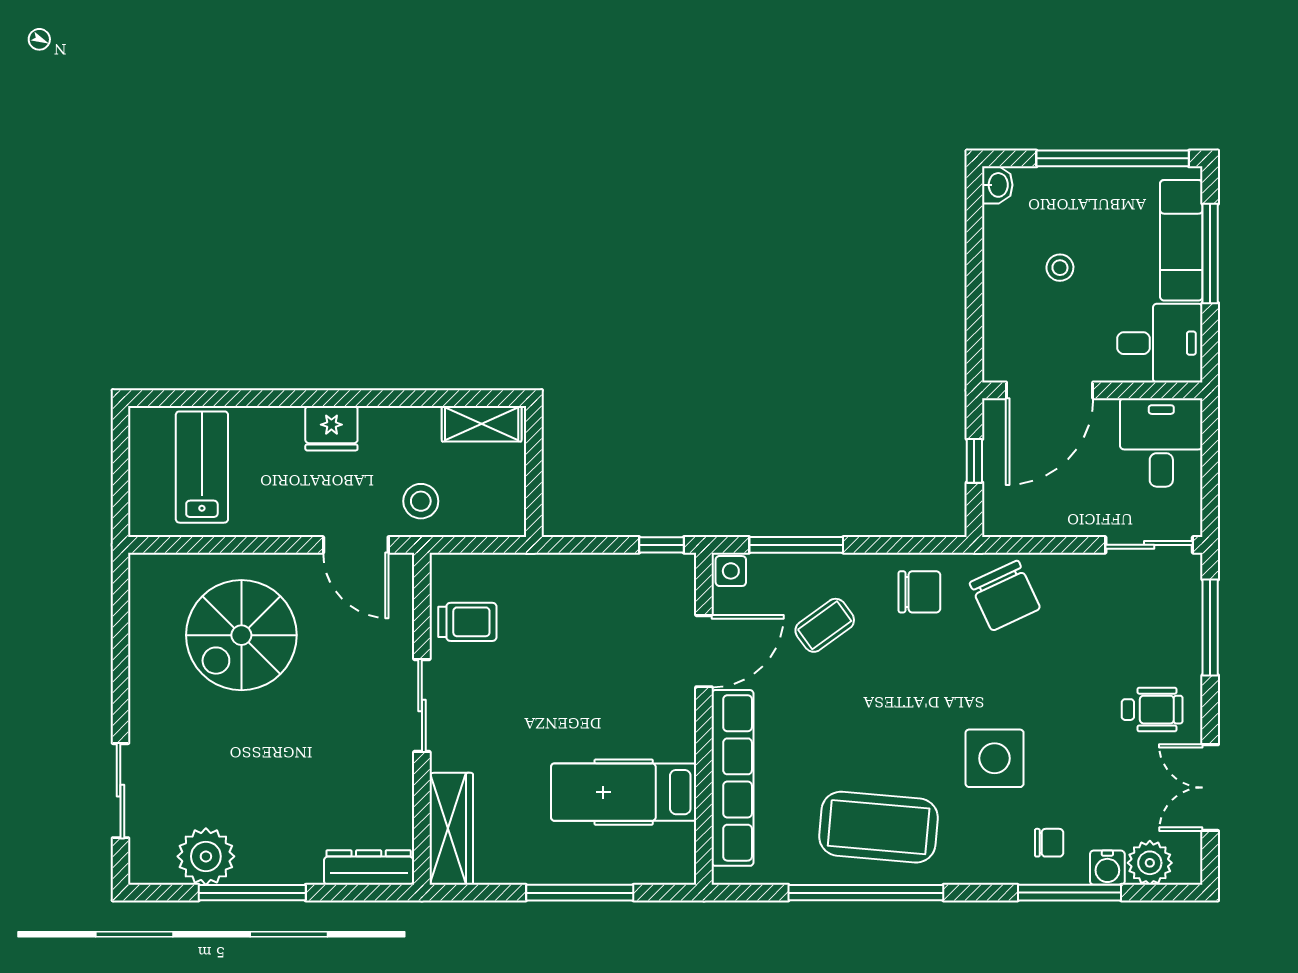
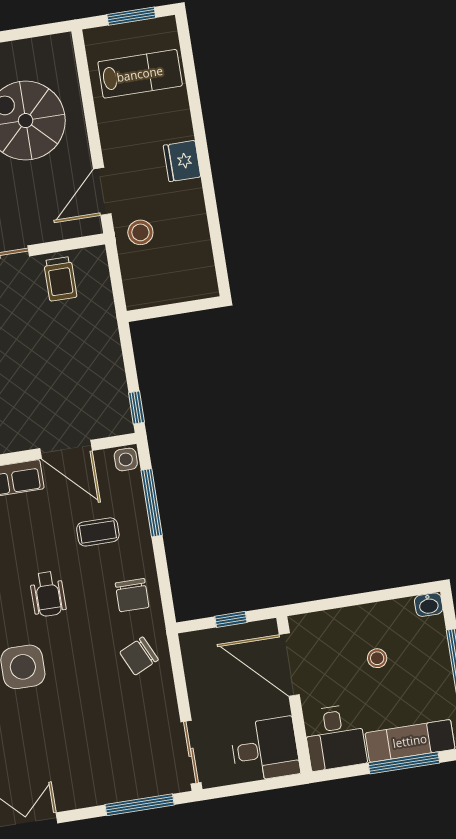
shelving: (482, 424) -> (202, 267), removed
window: (120, 466) -> (131, 16), added
chair: (1005, 596) -> (139, 656), width x0.73, depth x0.73
coffee table: (825, 625) -> (98, 532), turned -54
wheelchair: (1152, 710) -> (48, 594), moved

